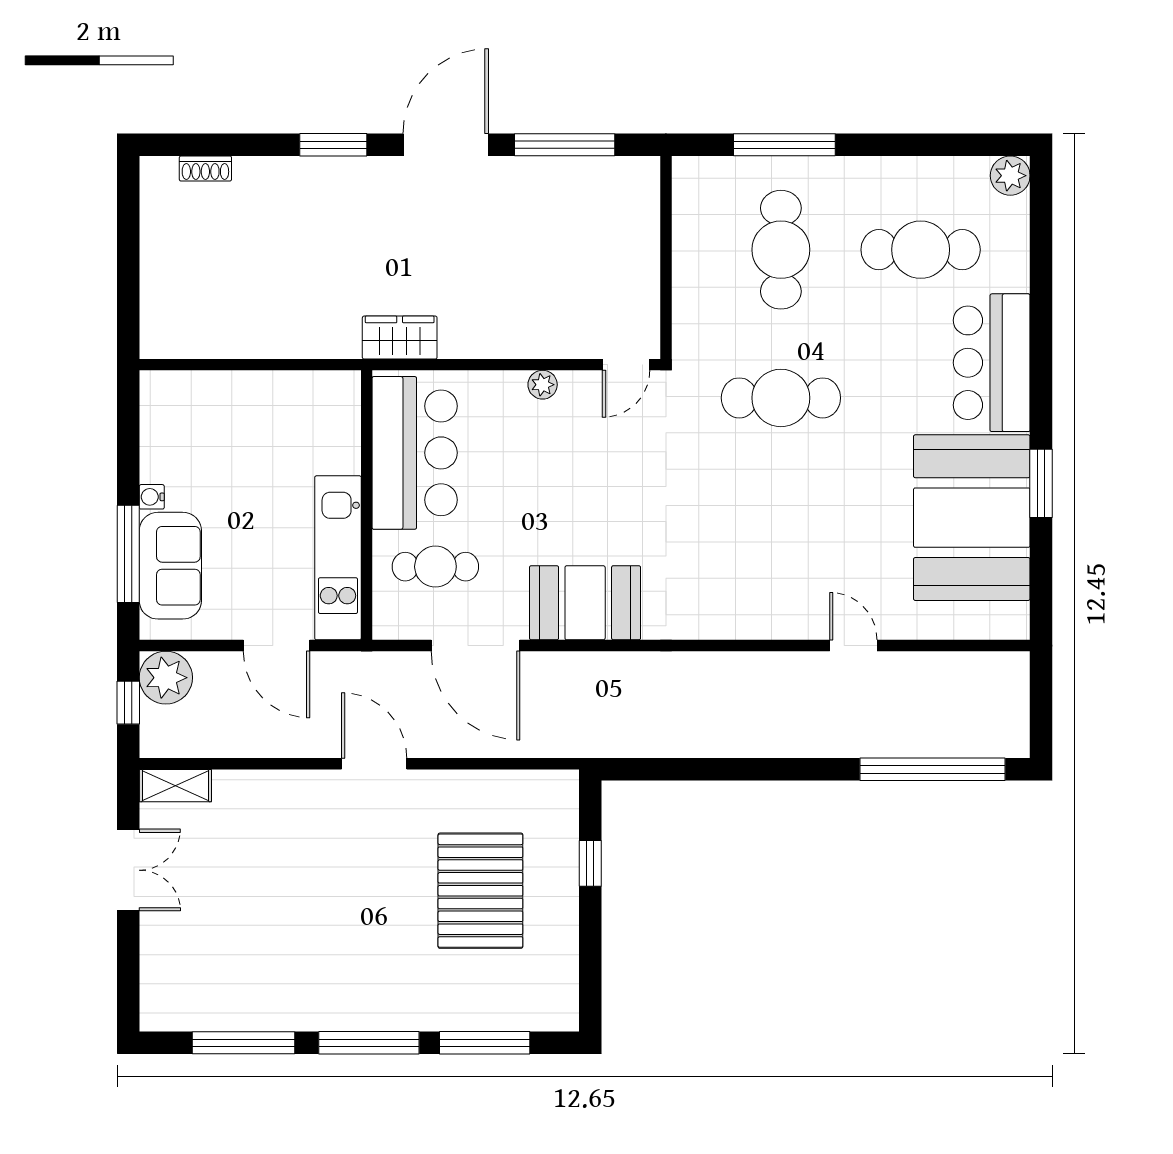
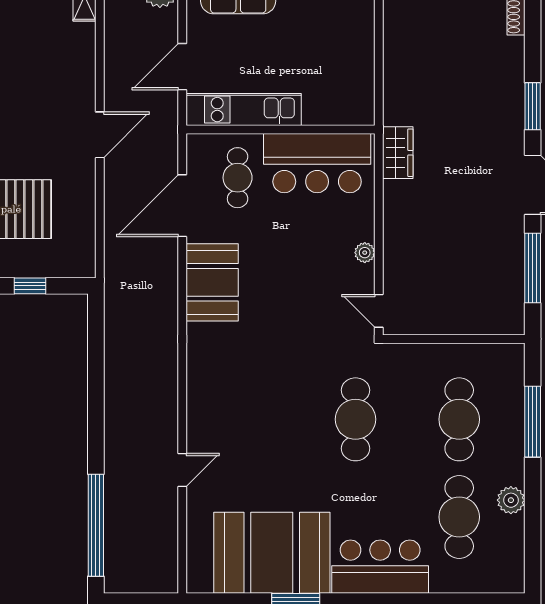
plant: (1010, 176) -> (511, 500), moved
cafe table: (781, 250) -> (459, 419), turned 90

